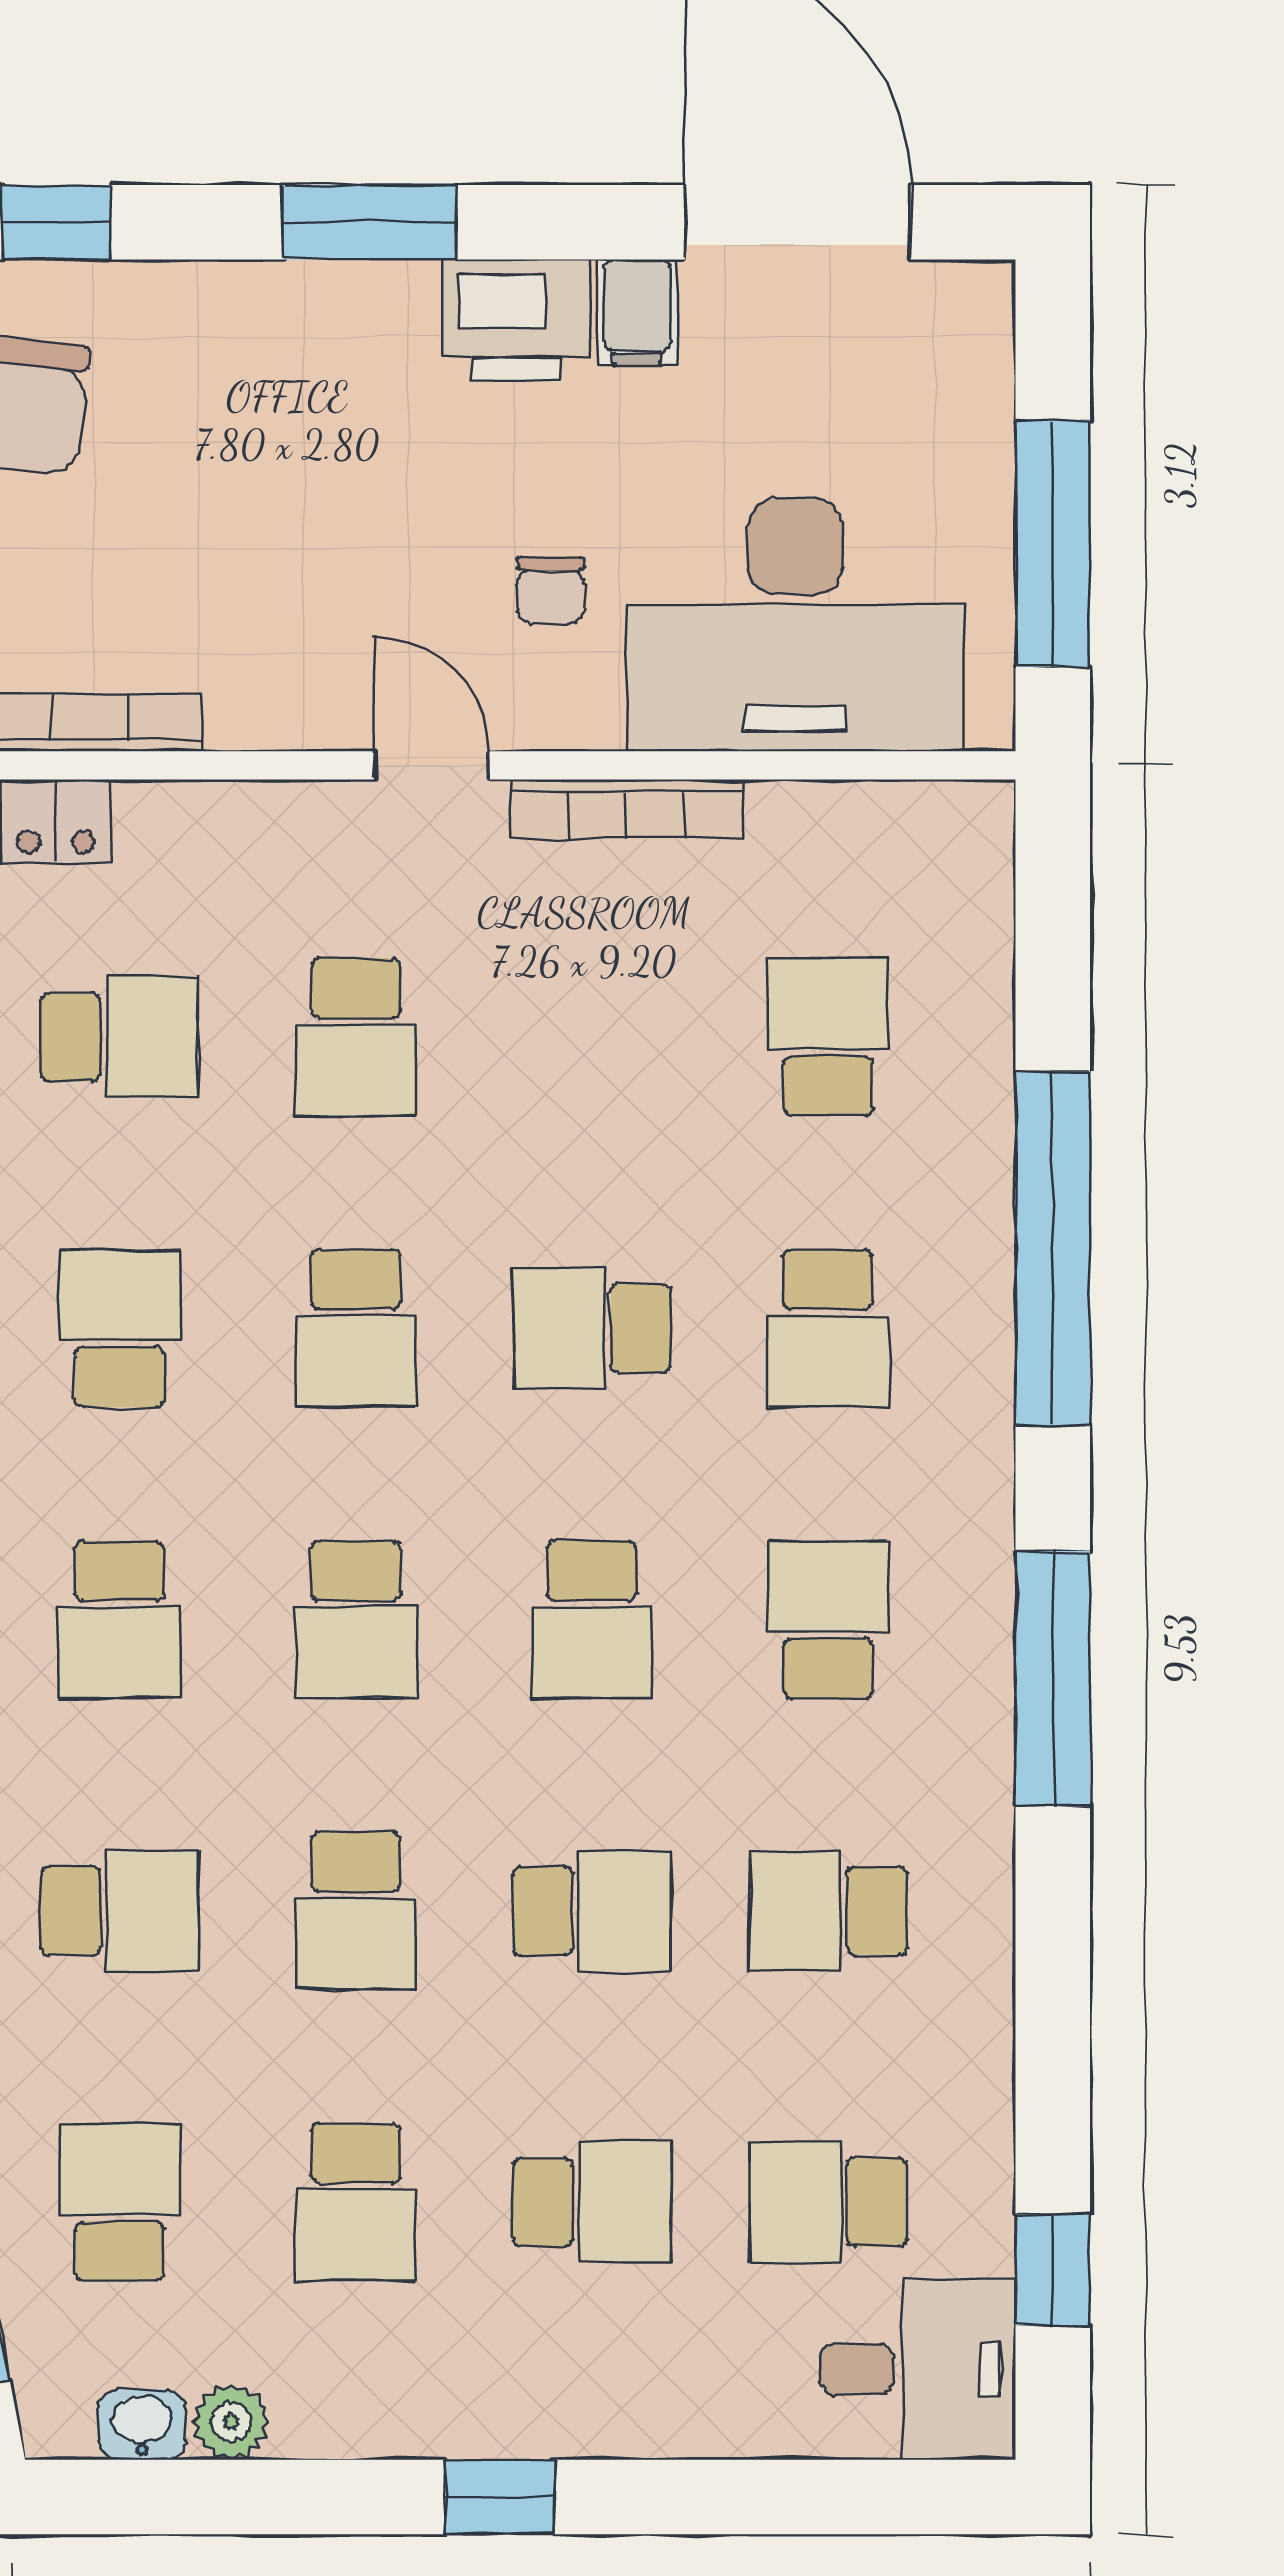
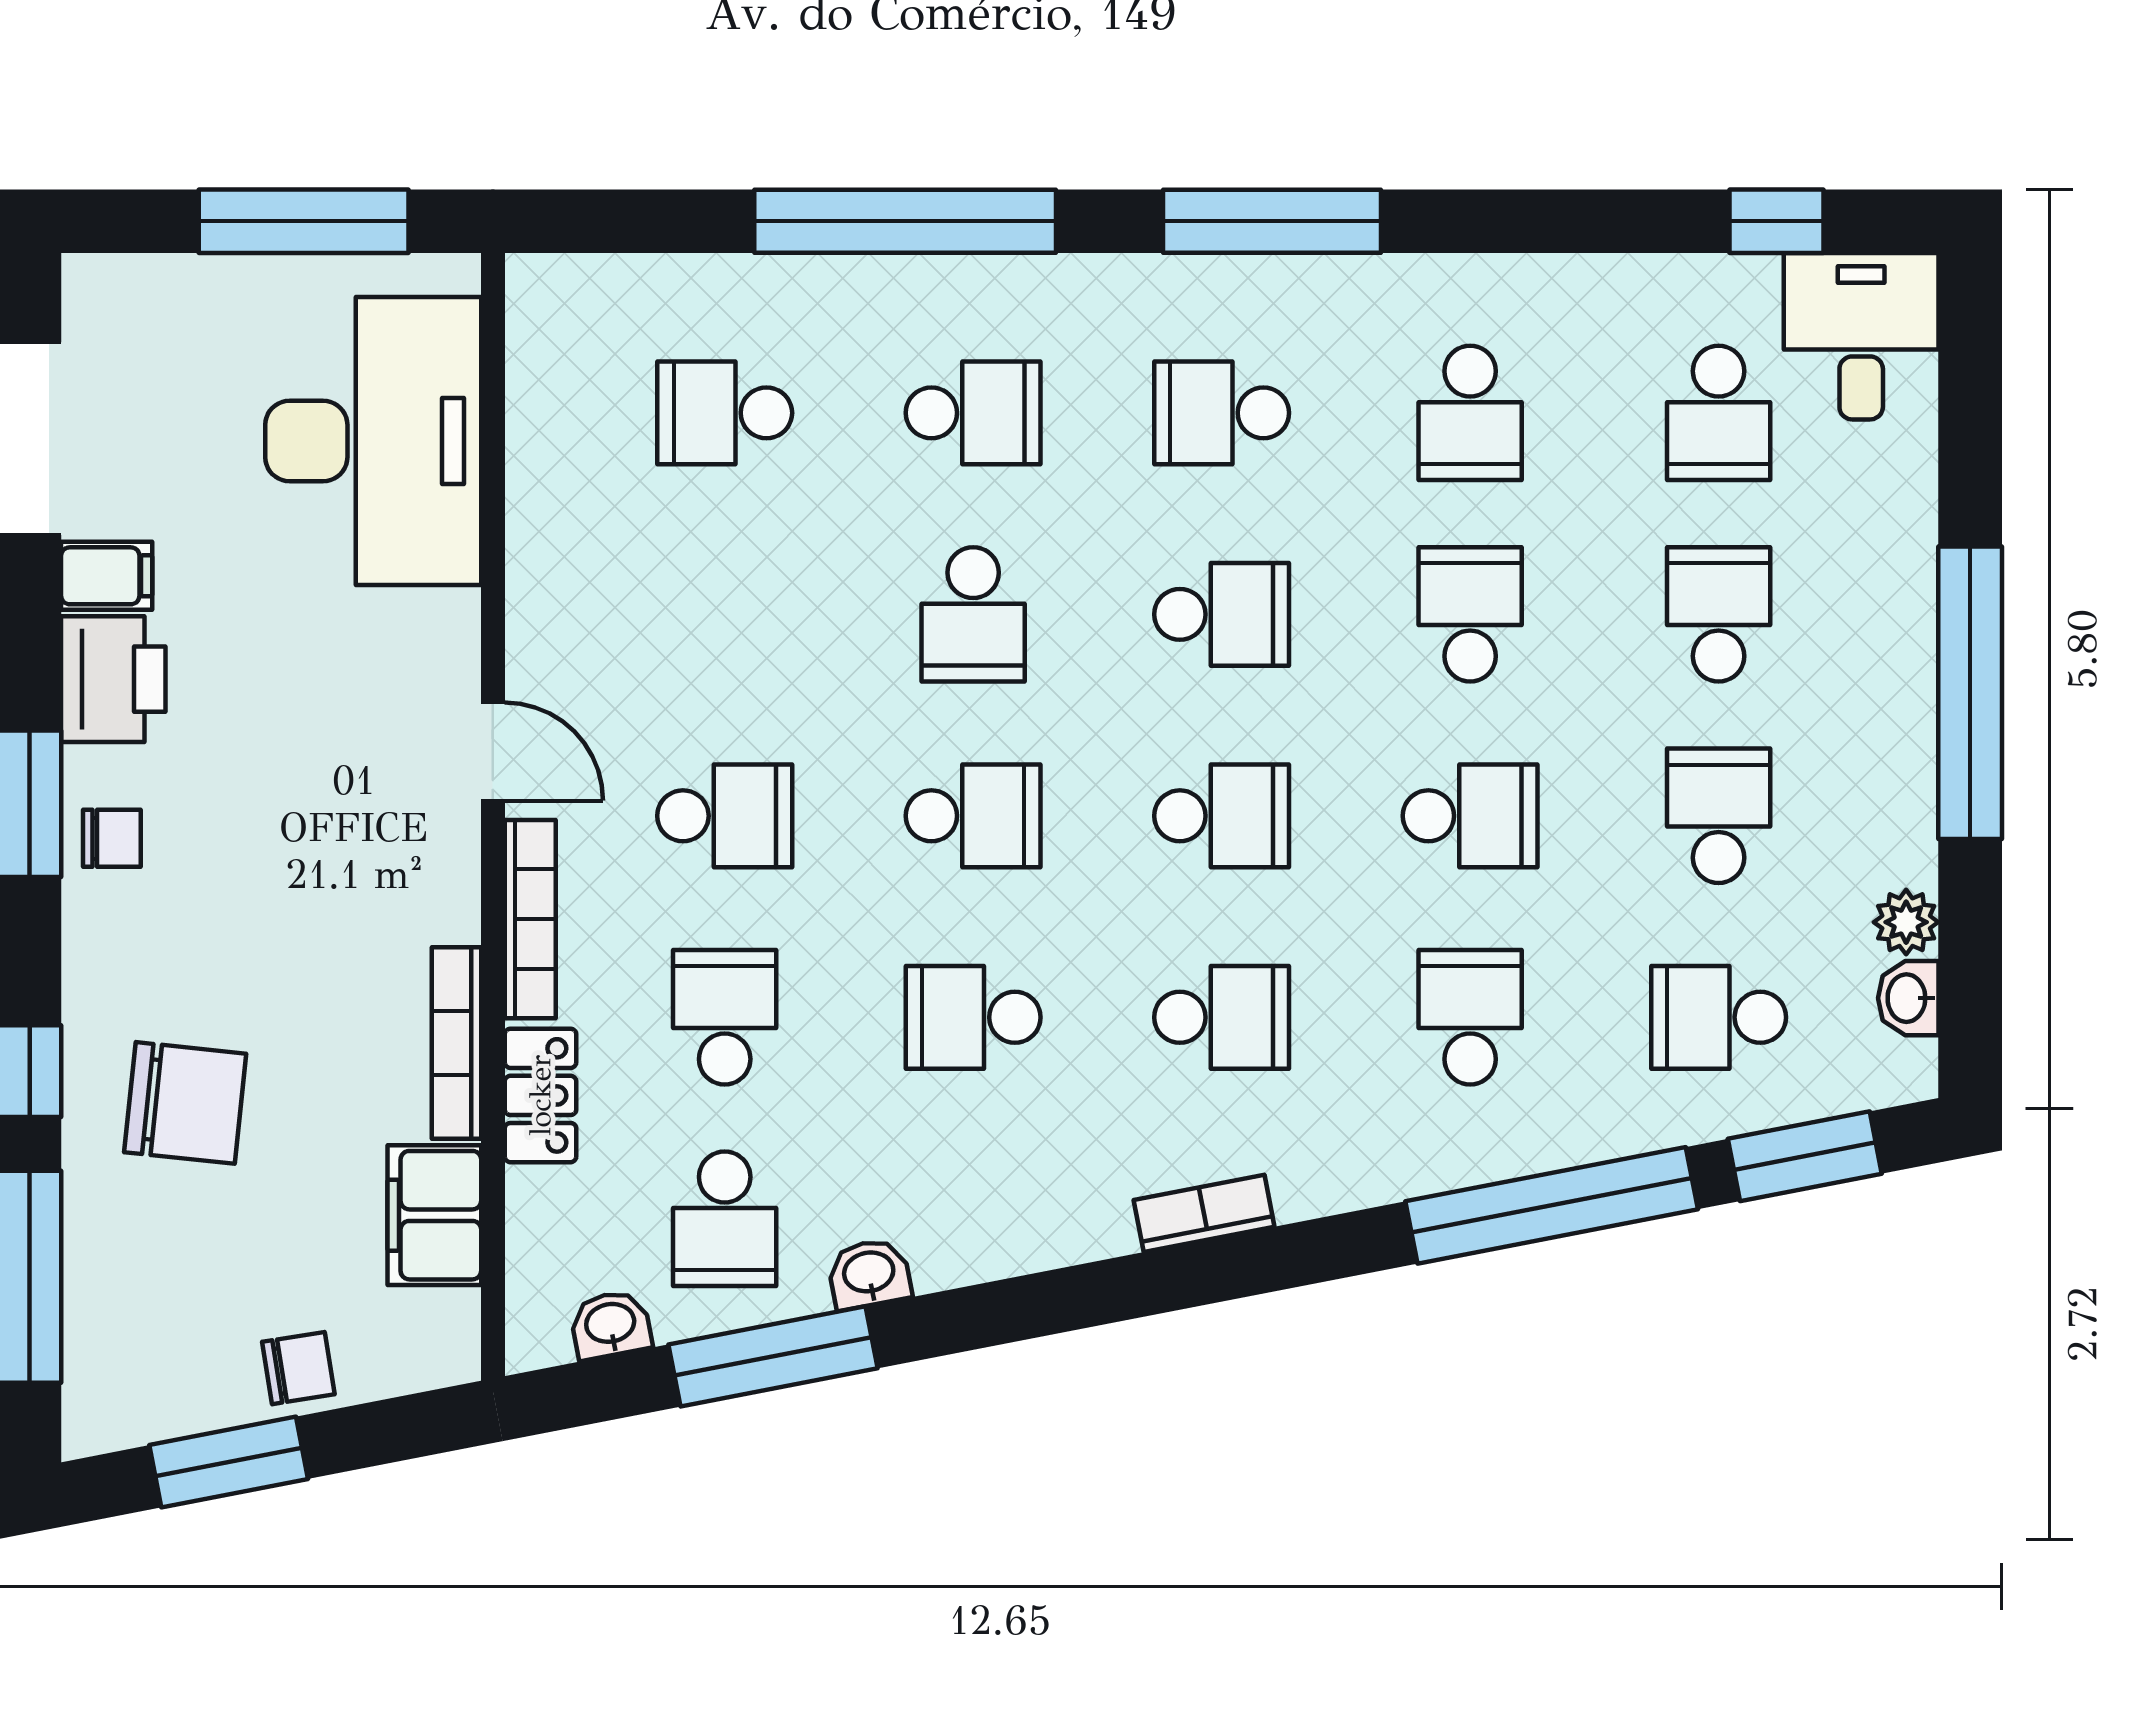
chair: (551, 590) -> (112, 838), moved
door: (431, 765) -> (493, 752), swing flipped
bookcase: (627, 809) -> (530, 919), moved
school desk: (356, 2202) -> (1719, 816), turned -90
window: (500, 2497) -> (1970, 693), width x3.17

